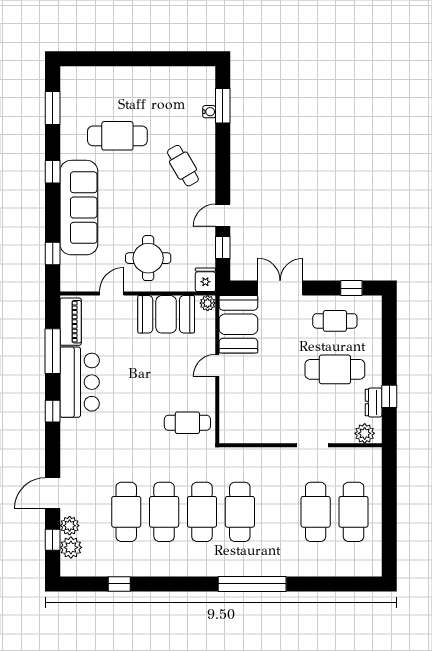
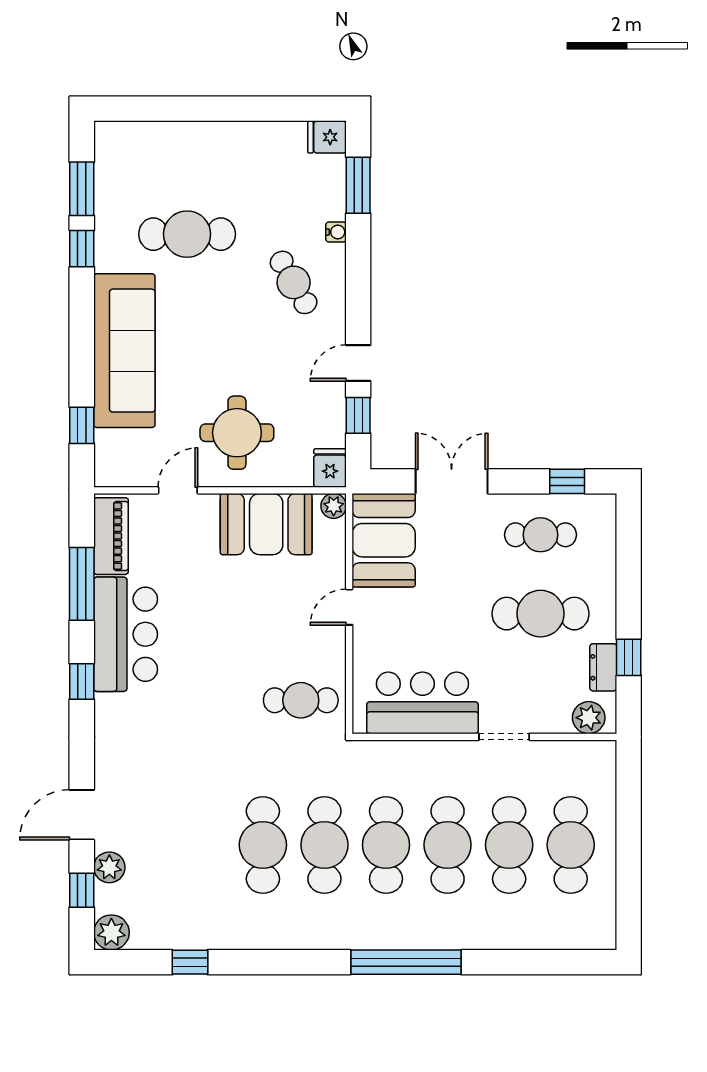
fridge: (204, 76) -> (327, 137), added
water cooler: (209, 112) -> (336, 232), moved
window: (53, 172) -> (82, 249), moved
bar counter: (262, 424) -> (422, 703), added
cafe table: (126, 512) -> (448, 845), moved
plant: (71, 547) -> (111, 932), moved

